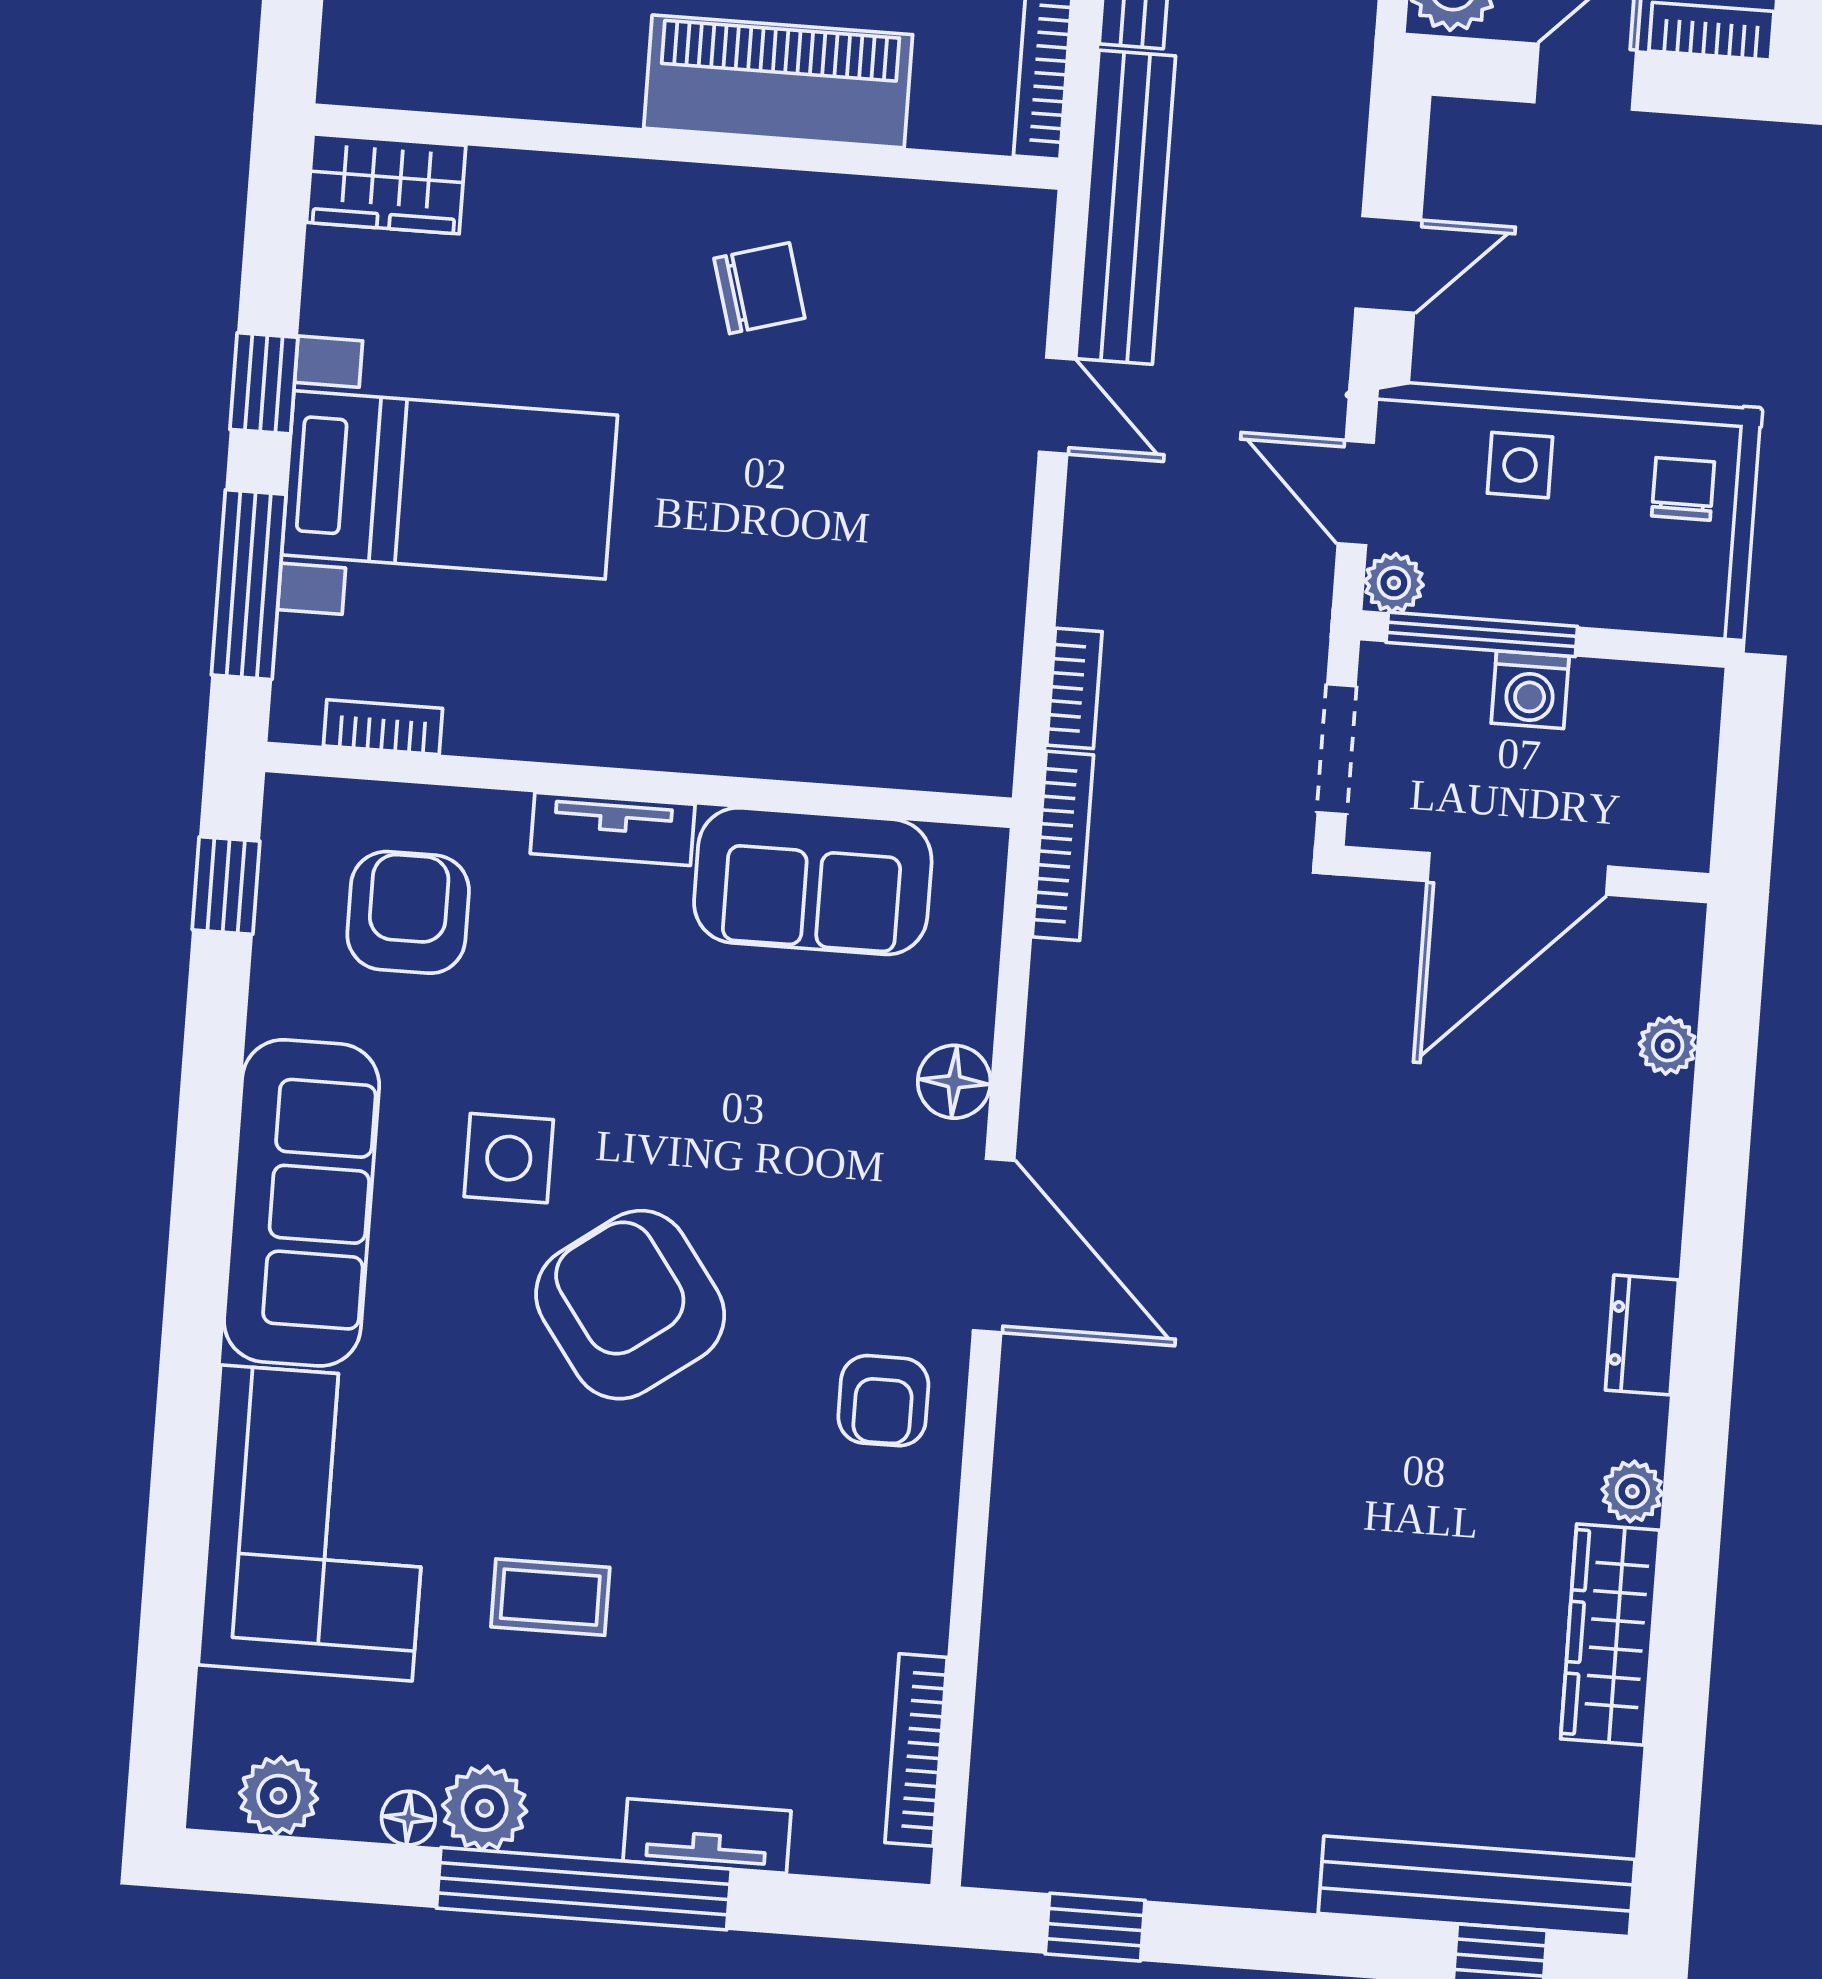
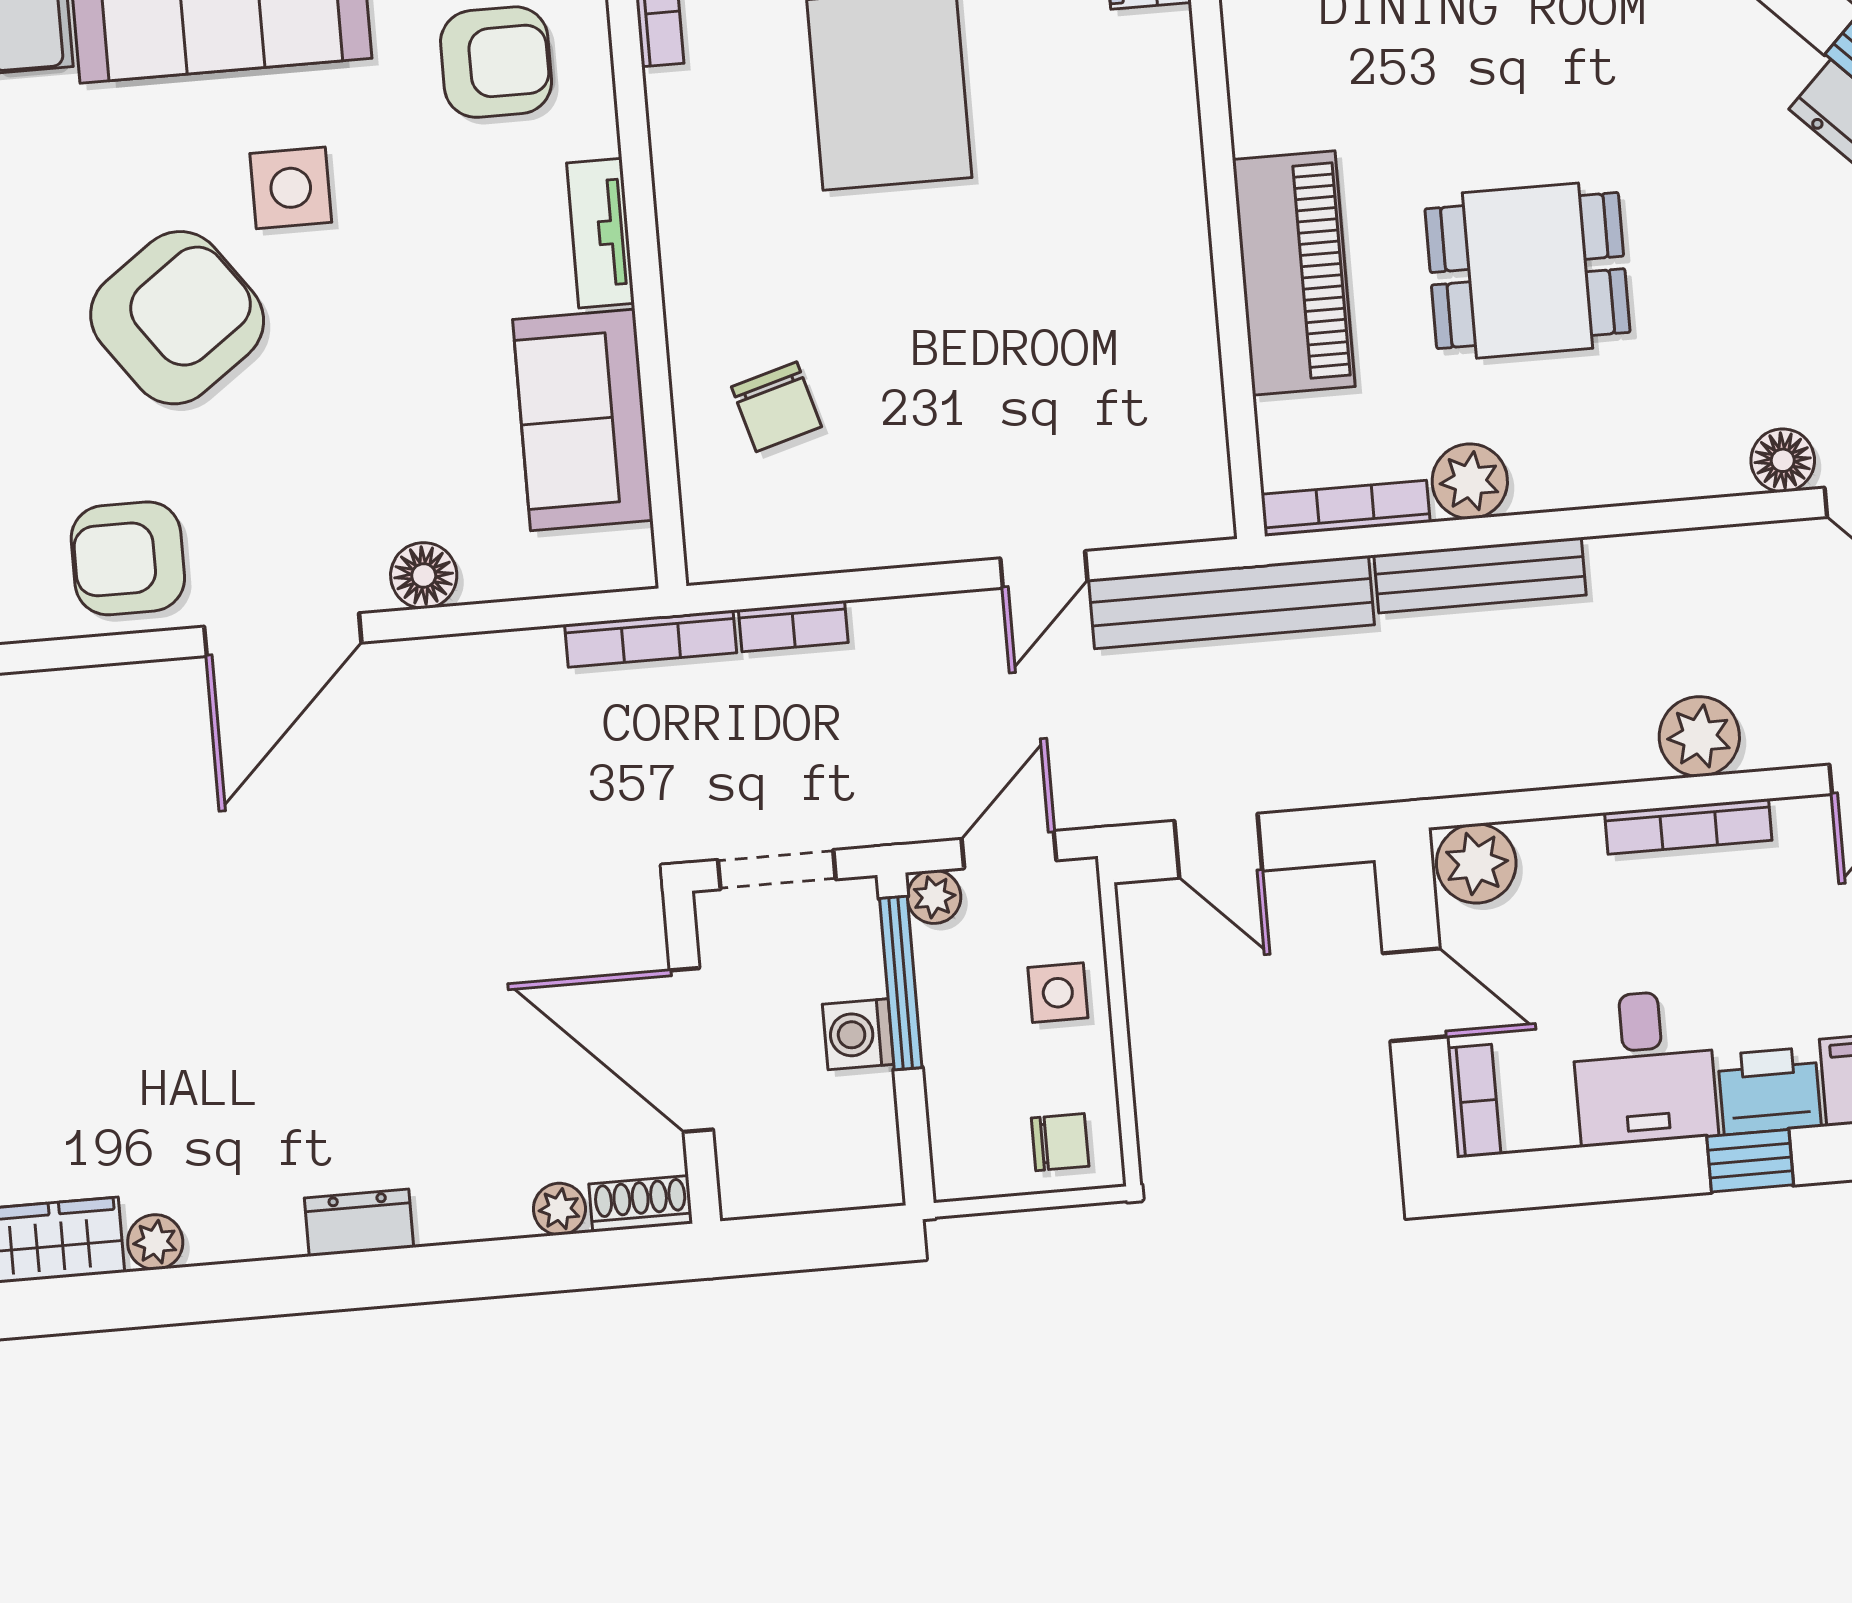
chair: (759, 288) -> (776, 407), moved
shoe rack: (1676, 956) -> (641, 1204), added
dresser: (1642, 1335) -> (359, 1223), moved
armchair: (883, 1401) -> (128, 558), width x1.38, depth x1.38

